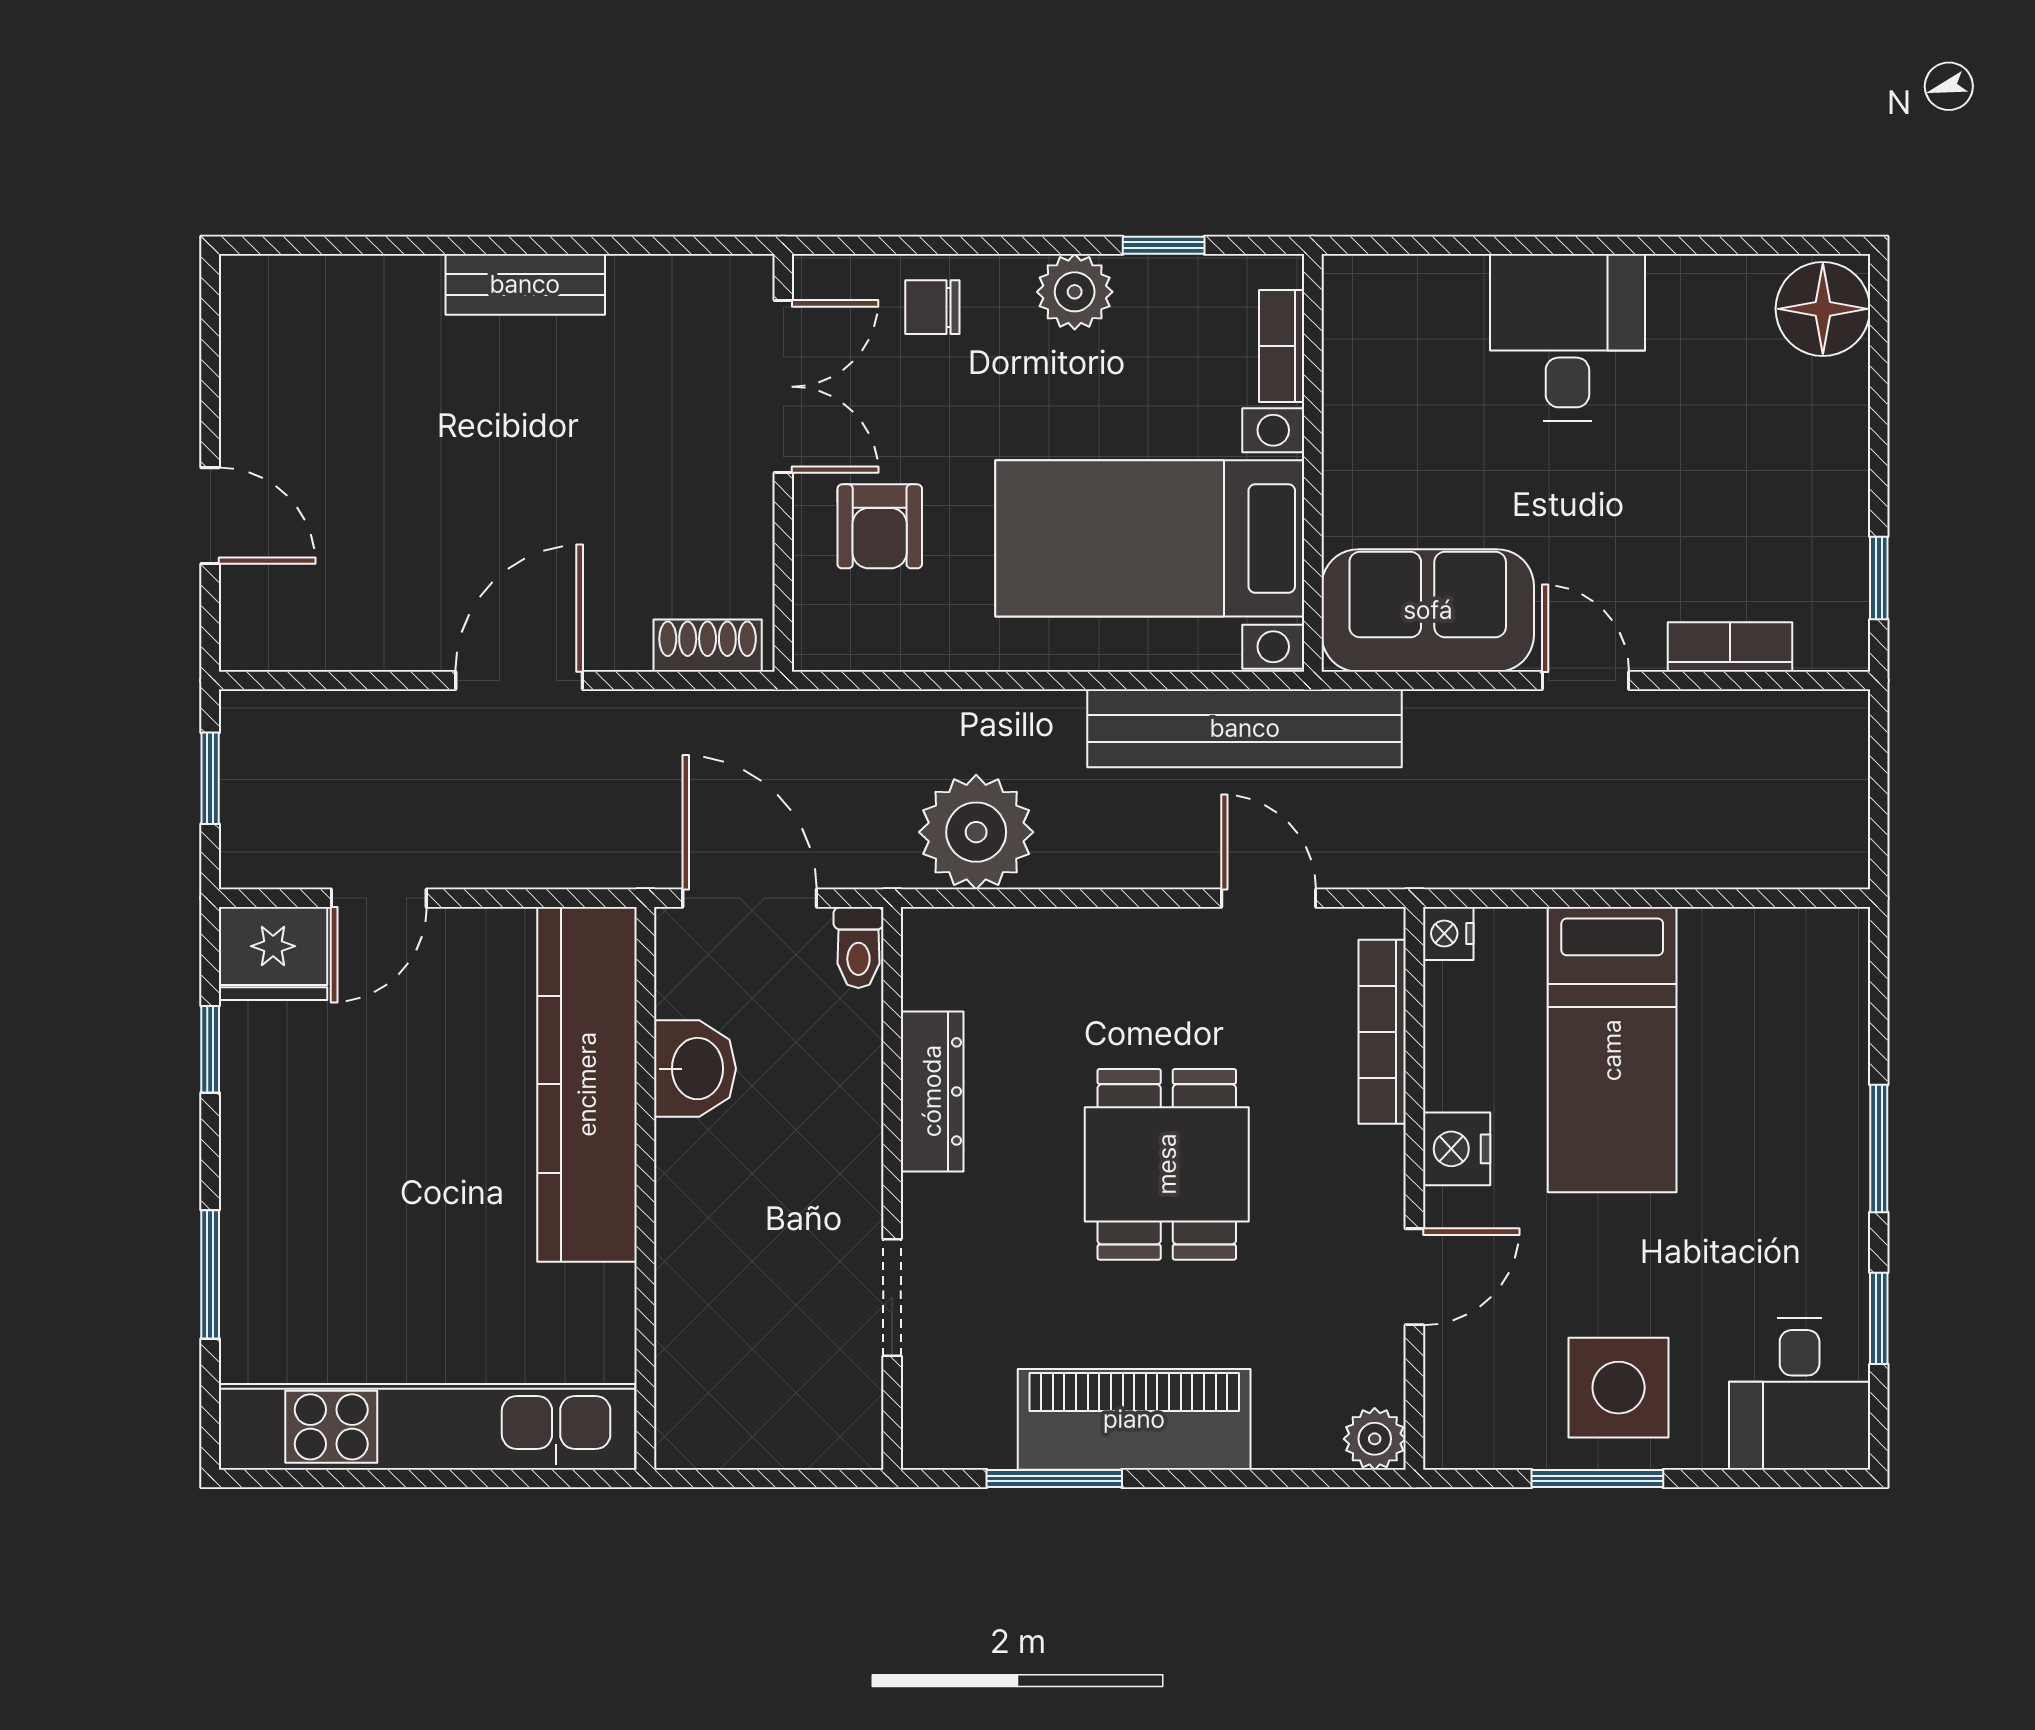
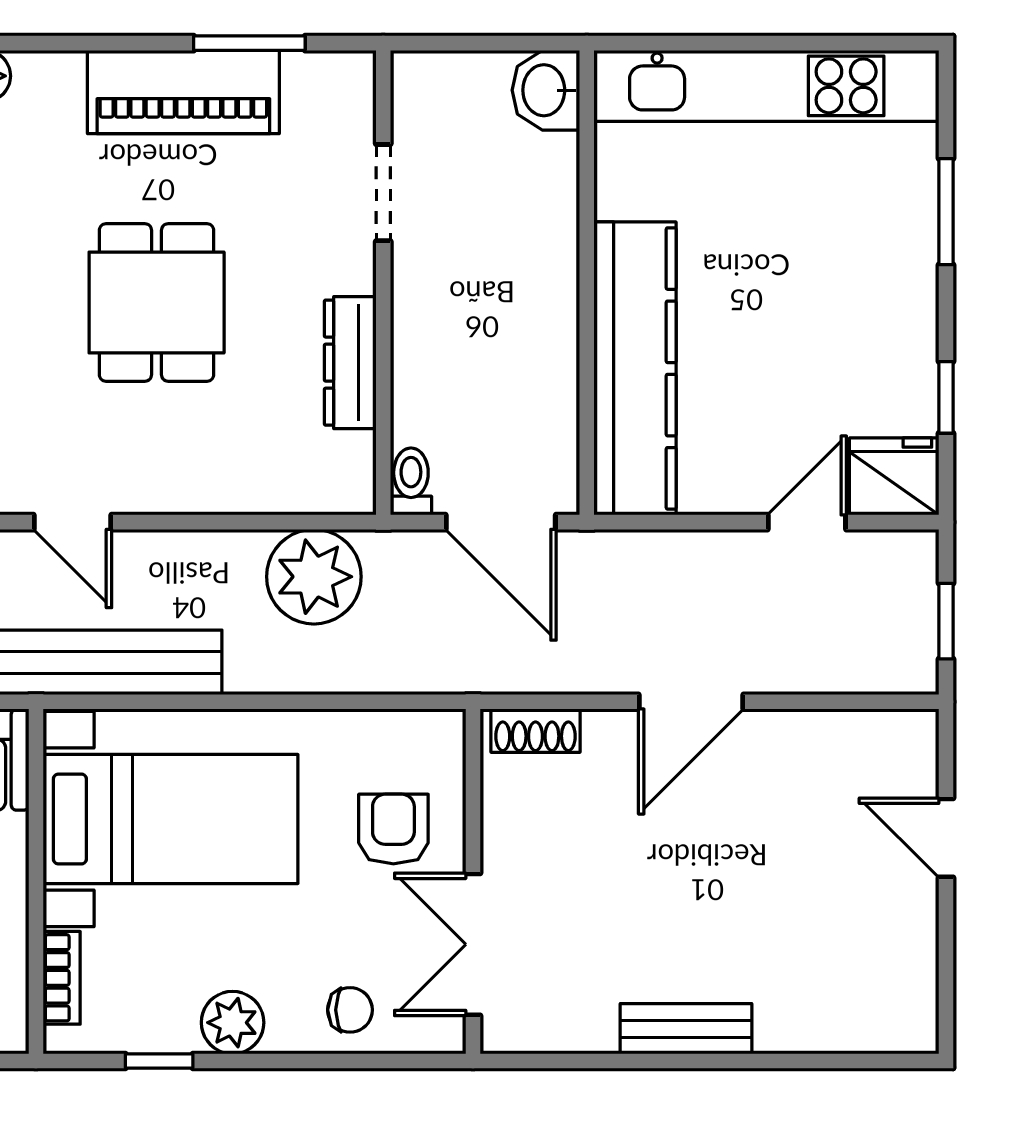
washbasin: (695, 1069) -> (546, 90), moved

